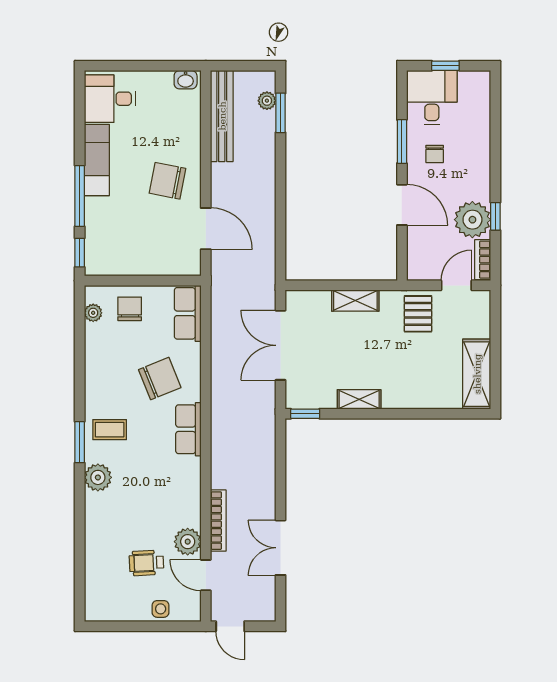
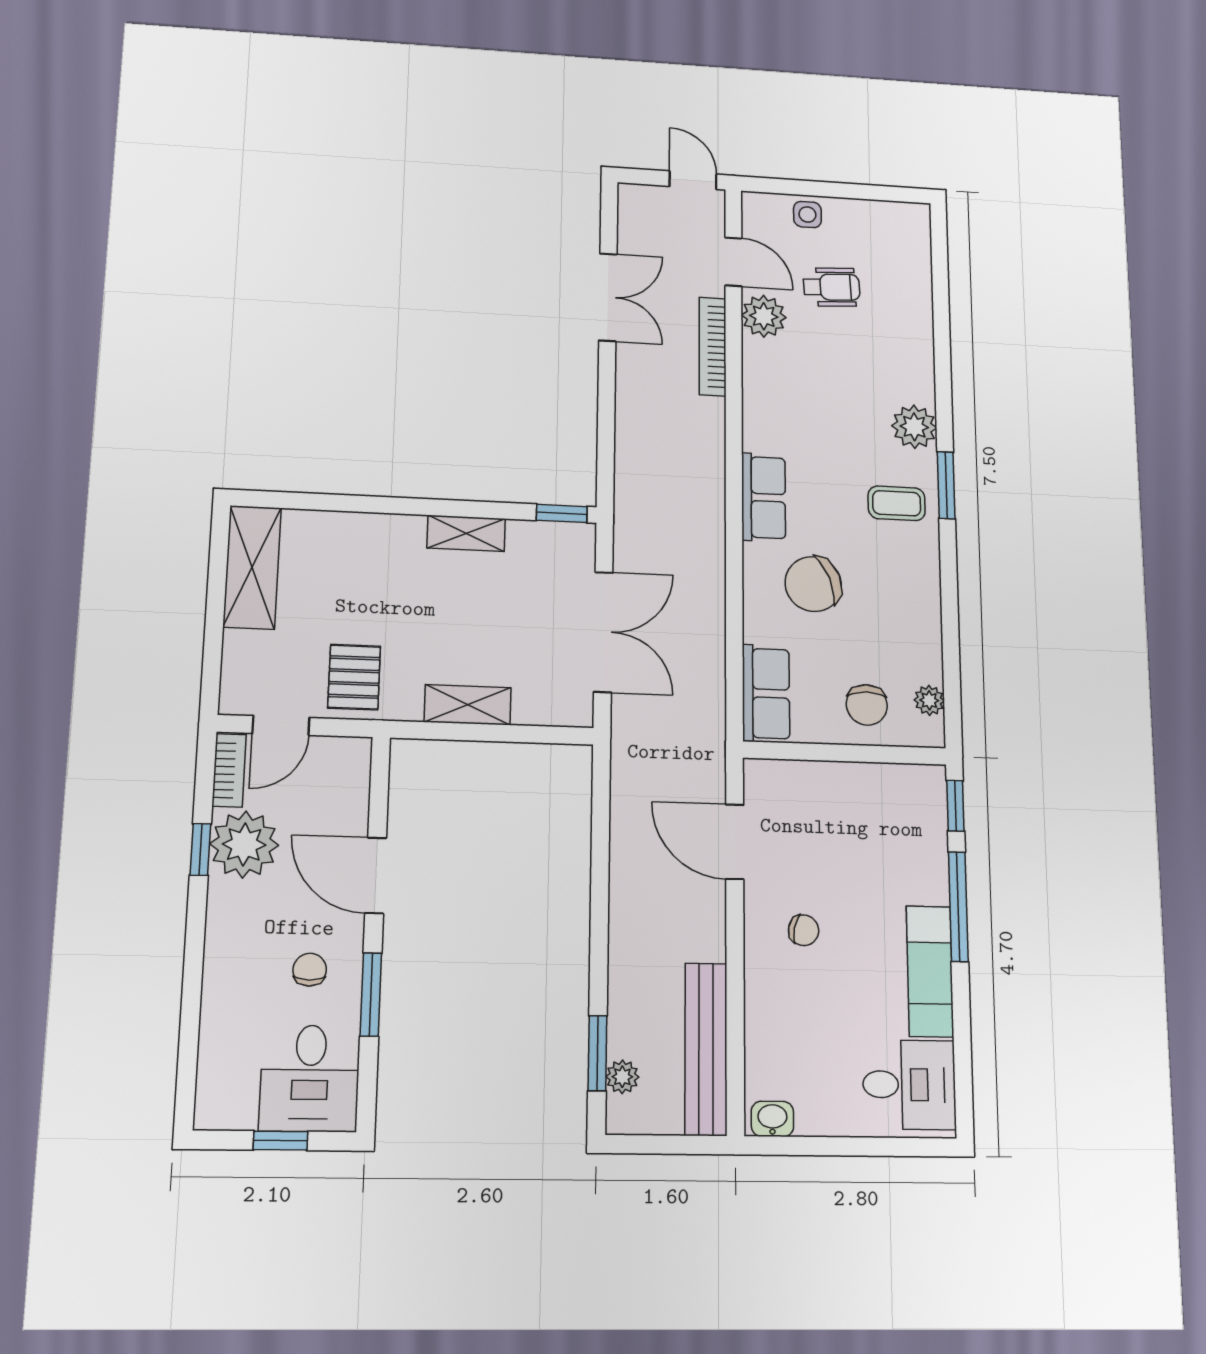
chair: (167, 181) -> (804, 930), width x0.54, depth x0.54

